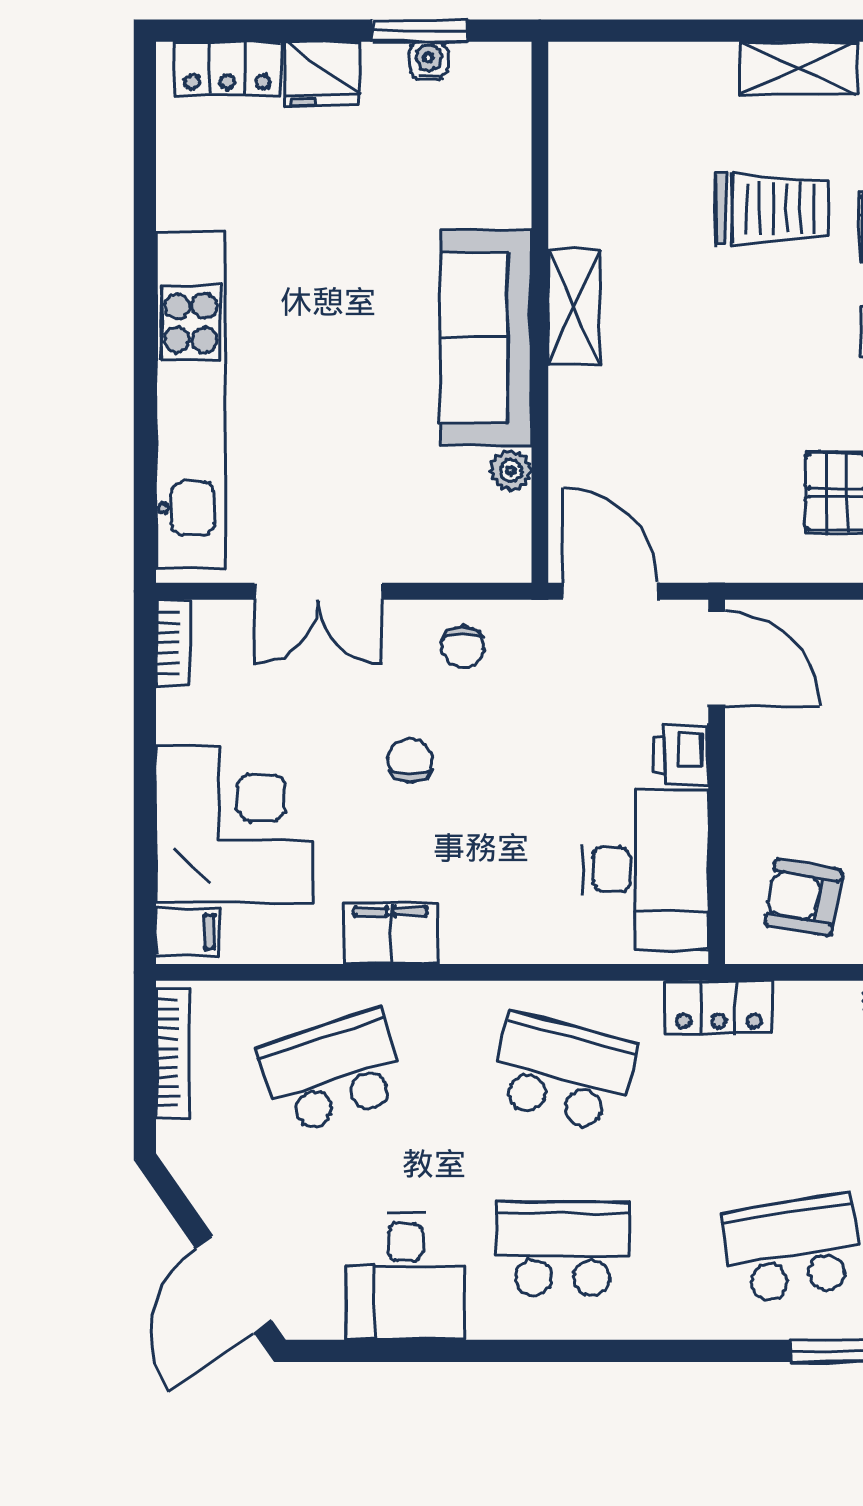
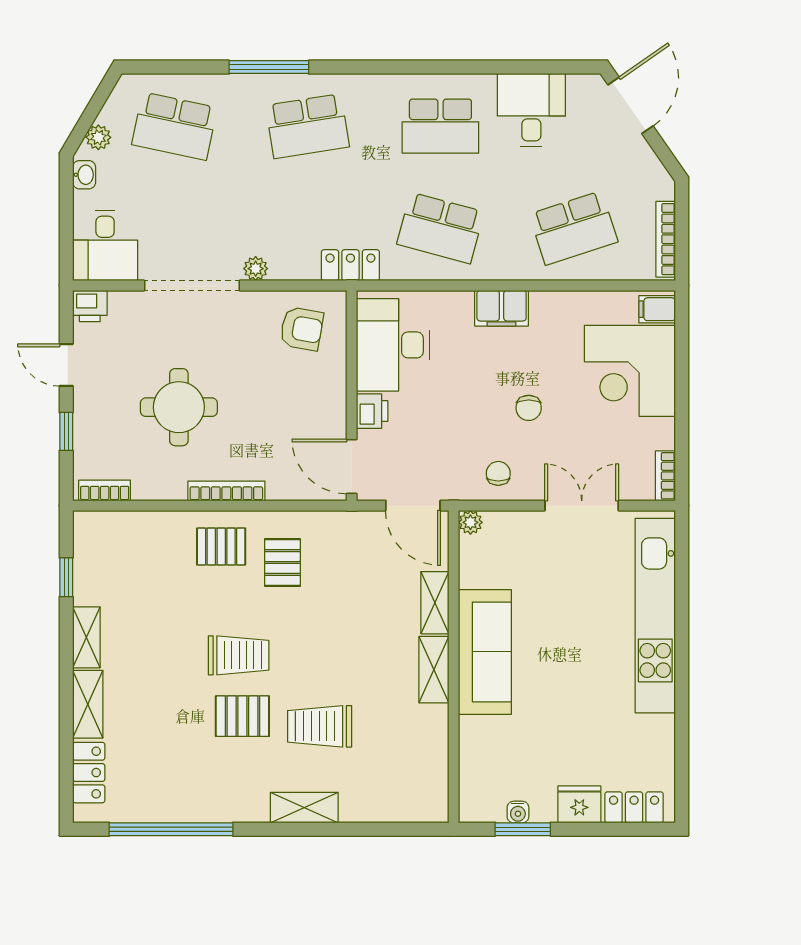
shelving: (572, 423) -> (435, 603), added
plant: (511, 471) -> (470, 522), moved
filing cabinet: (390, 933) -> (502, 308), moved

